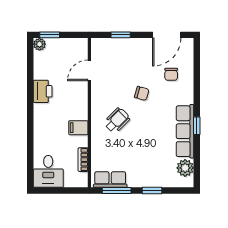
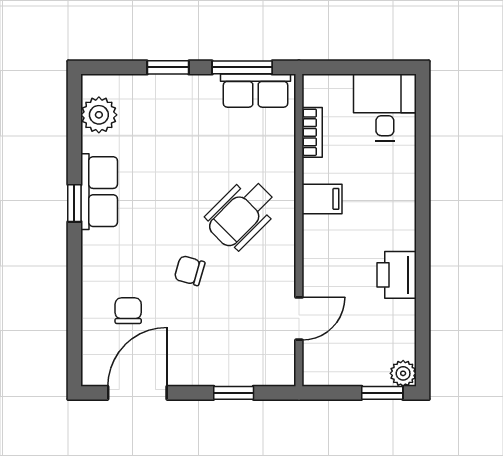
wheelchair: (117, 120) -> (241, 214), width x1.36, depth x1.37
row of seats: (185, 131) -> (99, 192), width x0.68

